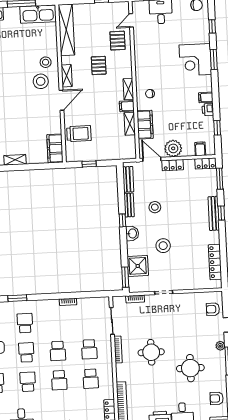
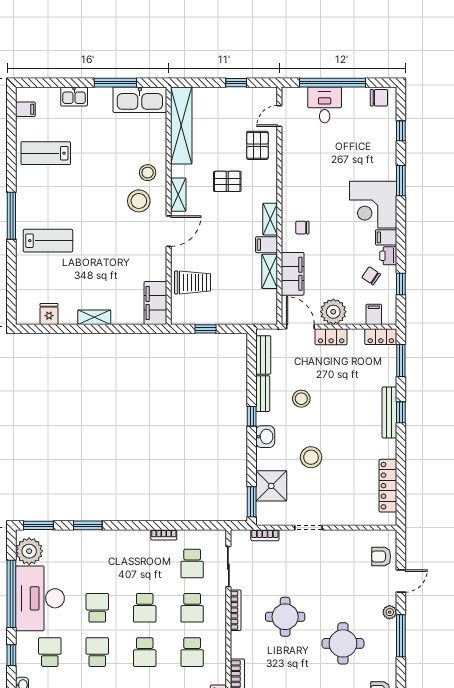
corner desk: (195, 60) -> (373, 205), moved
pallet: (99, 65) -> (227, 181), turned 90
chair: (197, 123) -> (371, 276), added
school desk: (25, 323) -> (192, 564), moved, turned 180

